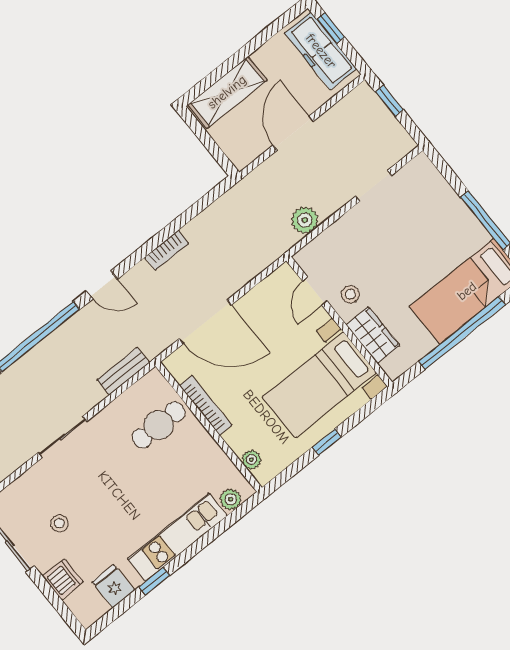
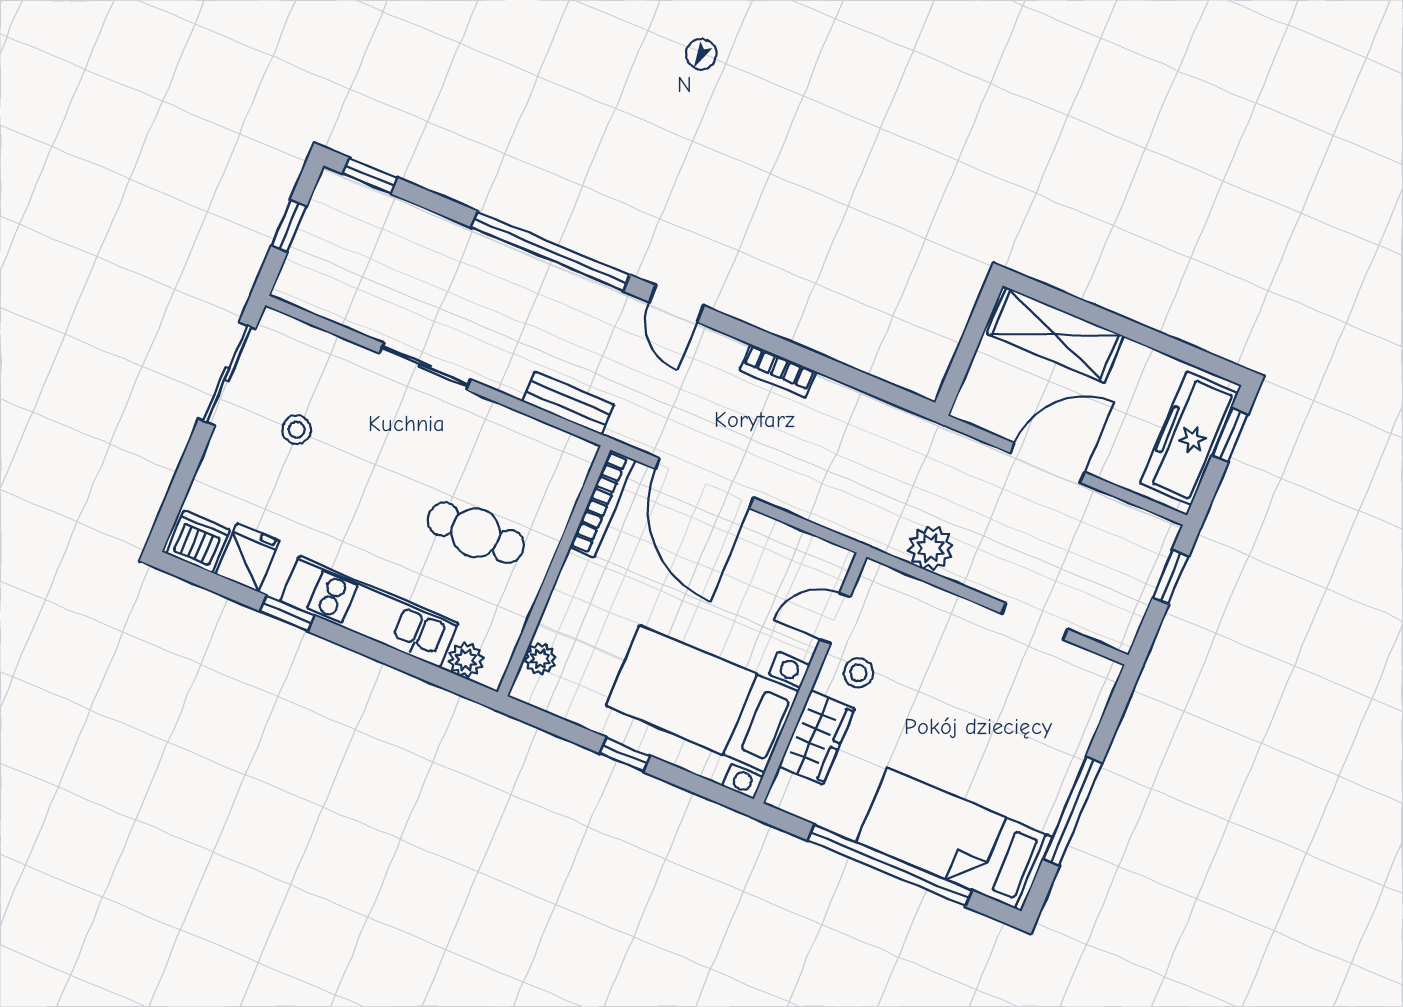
bookcase: (206, 405) -> (602, 504), moved
cafe table: (159, 425) -> (476, 533), moved
dishwasher: (63, 579) -> (198, 542), moved, turned -90

